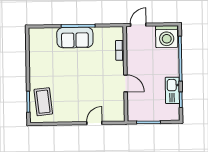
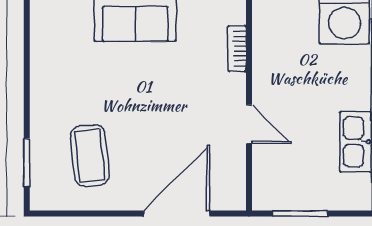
coffee table: (43, 102) -> (90, 156), moved
door: (94, 123) -> (177, 214), width x1.87

